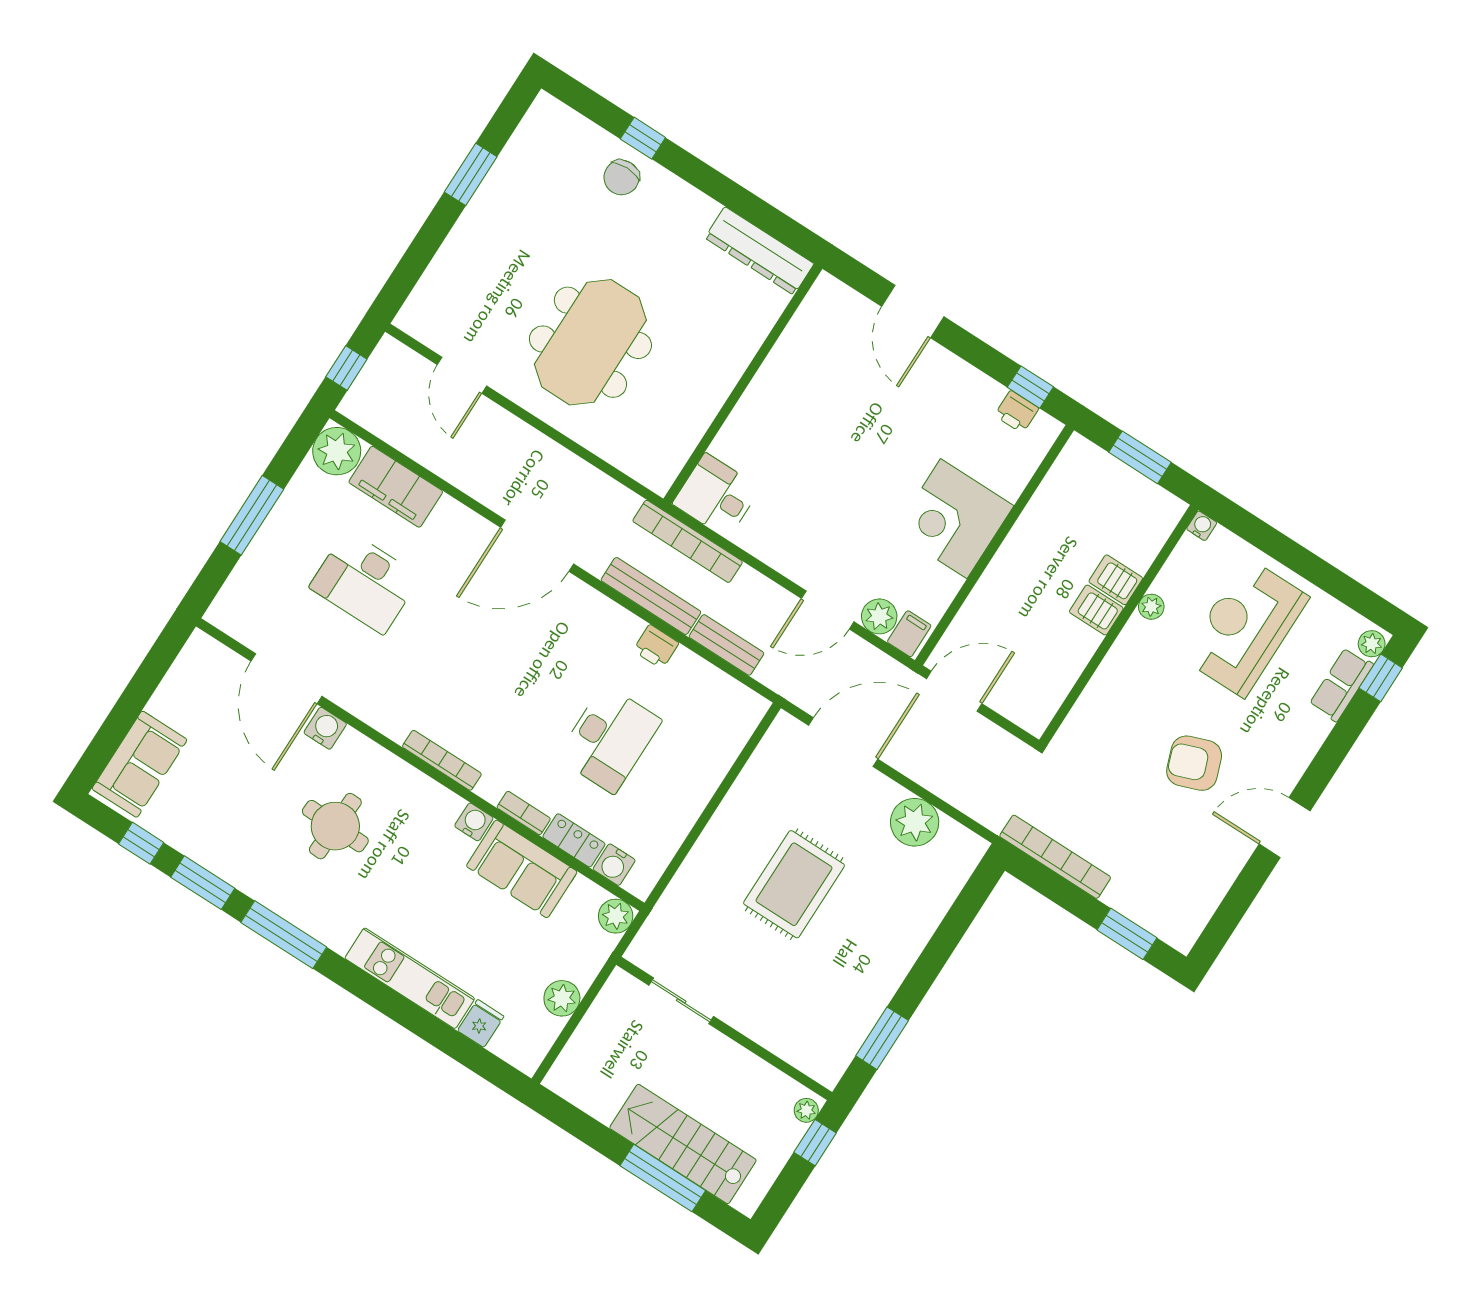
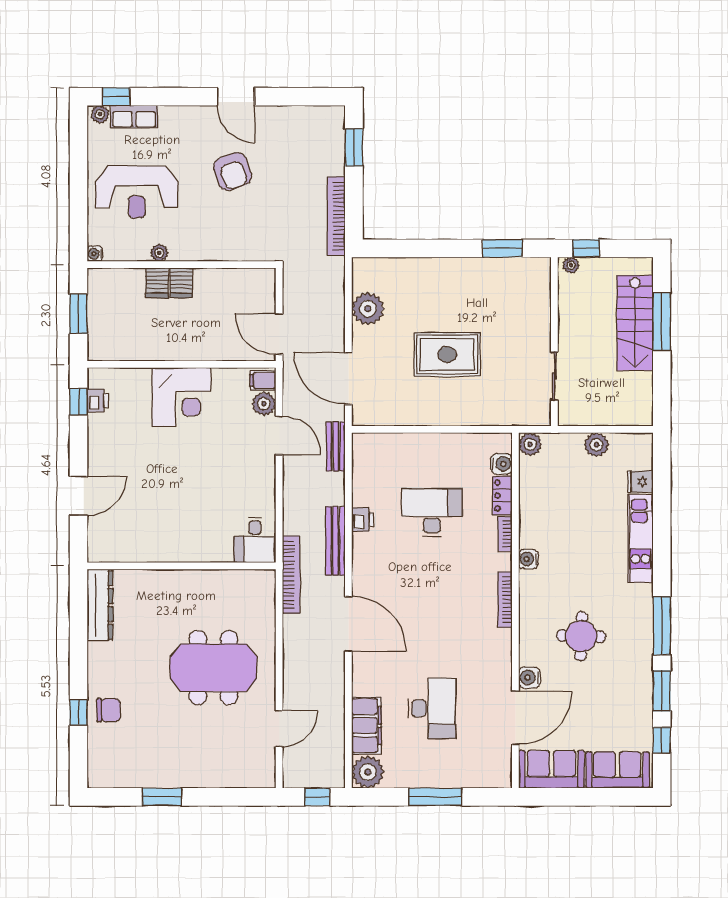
bookcase: (688, 541) -> (291, 575), moved
bench: (726, 645) -> (336, 447), moved
sofa: (522, 869) -> (551, 769), moved, turned -90

